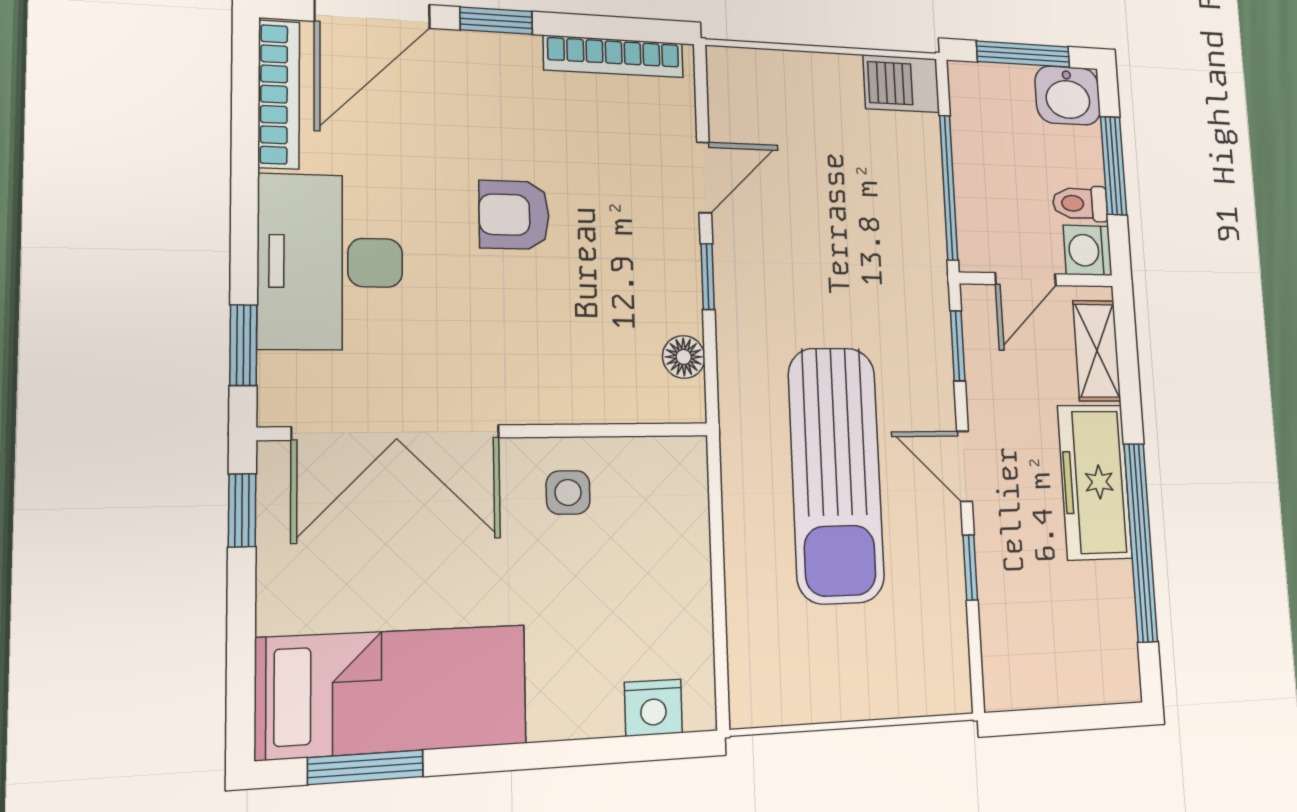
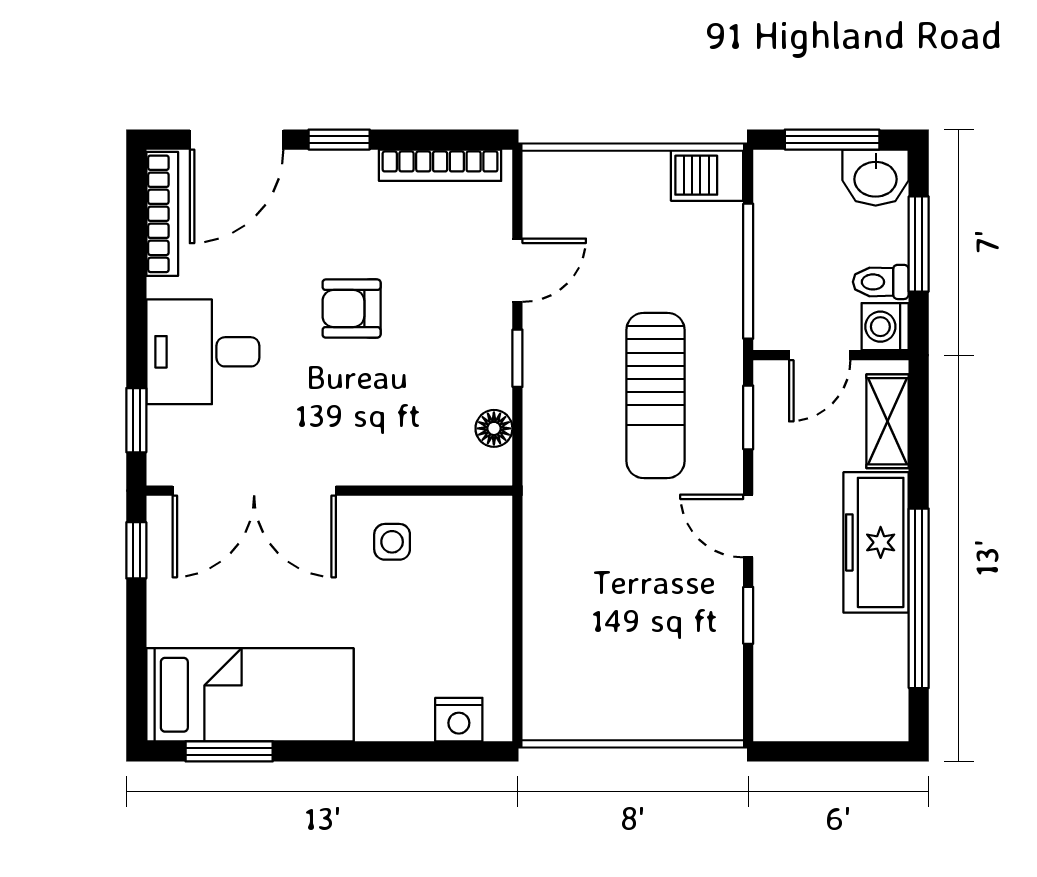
desk: (331, 262) -> (203, 352), width x0.73
sun lounger: (836, 475) -> (655, 395), moved, width x0.73, depth x0.75

